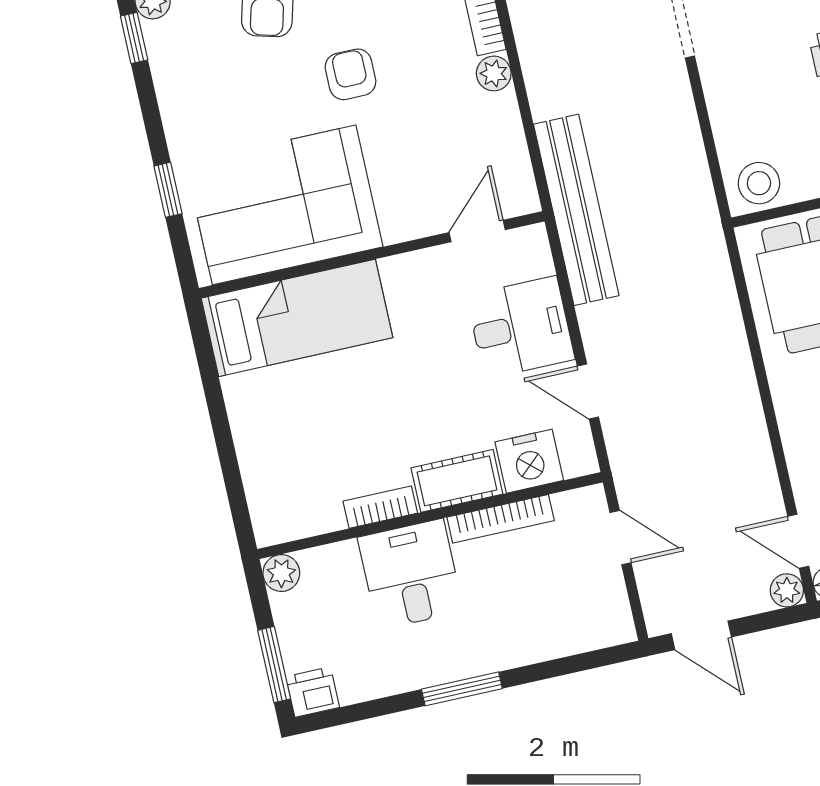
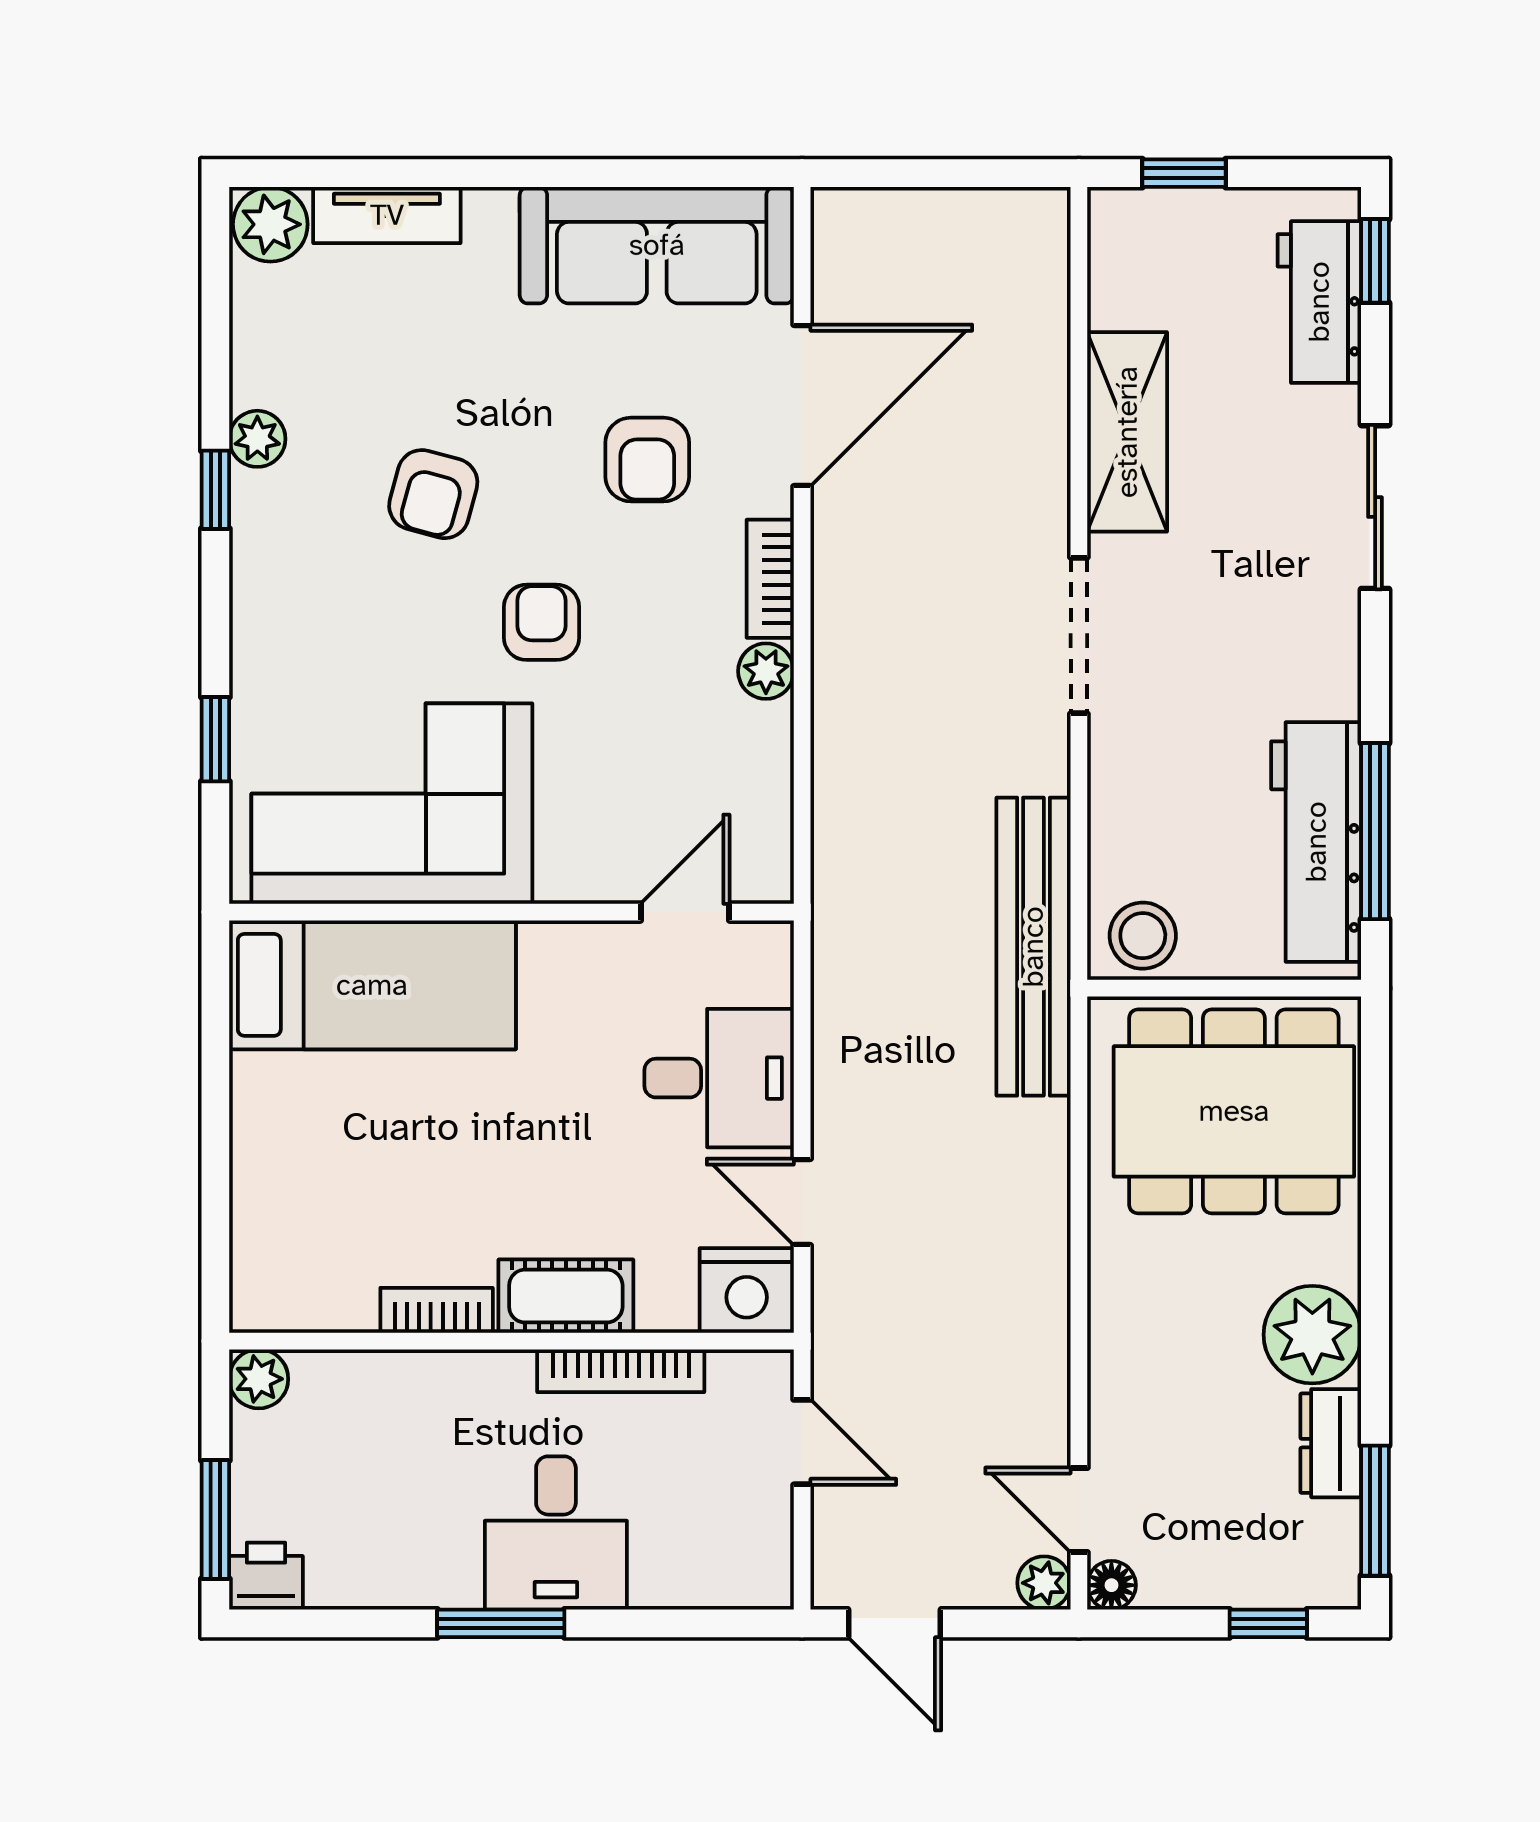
bench: (576, 210) -> (1033, 947), moved
nightstand: (529, 461) -> (747, 1290), moved
desk: (411, 574) -> (556, 1533), moved, turned 180

